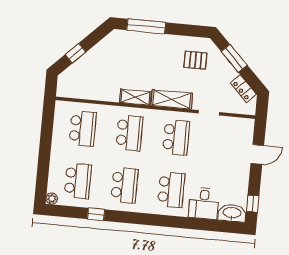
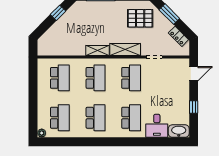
window: (76, 53) -> (58, 13), moved
pallet: (195, 60) -> (140, 18), width x1.50, depth x1.42
door: (257, 154) -> (194, 74), moved
window: (253, 204) -> (194, 107), moved
window: (96, 214) -> (76, 142), removed

